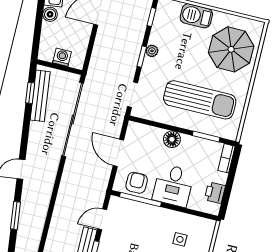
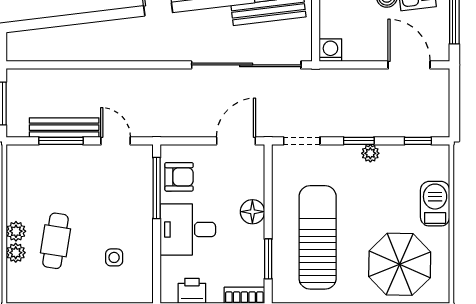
washing machine: (62, 57) -> (330, 50), moved, turned -90
sun lounger: (200, 100) -> (318, 237), turned 180
door: (118, 153) -> (236, 141), moved
window: (15, 216) -> (91, 17), removed

